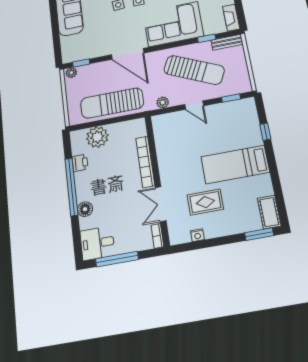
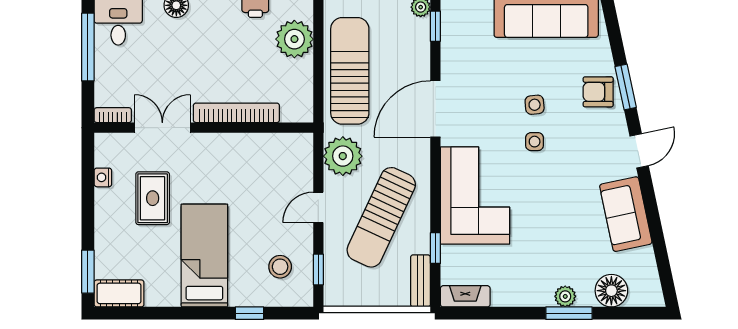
plant: (163, 102) -> (343, 156), width x1.87, depth x1.87
stool: (234, 120) -> (280, 267), added

